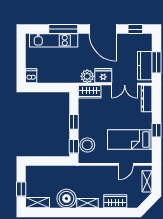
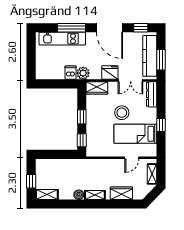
kitchen counter: (145, 66) -> (150, 56), width x1.50
dishwasher: (31, 76) -> (71, 73), moved
plant: (87, 76) -> (83, 73), moved
stool: (87, 145) -> (122, 113), moved
boiler: (66, 199) -> (79, 195), width x0.54, depth x0.54

